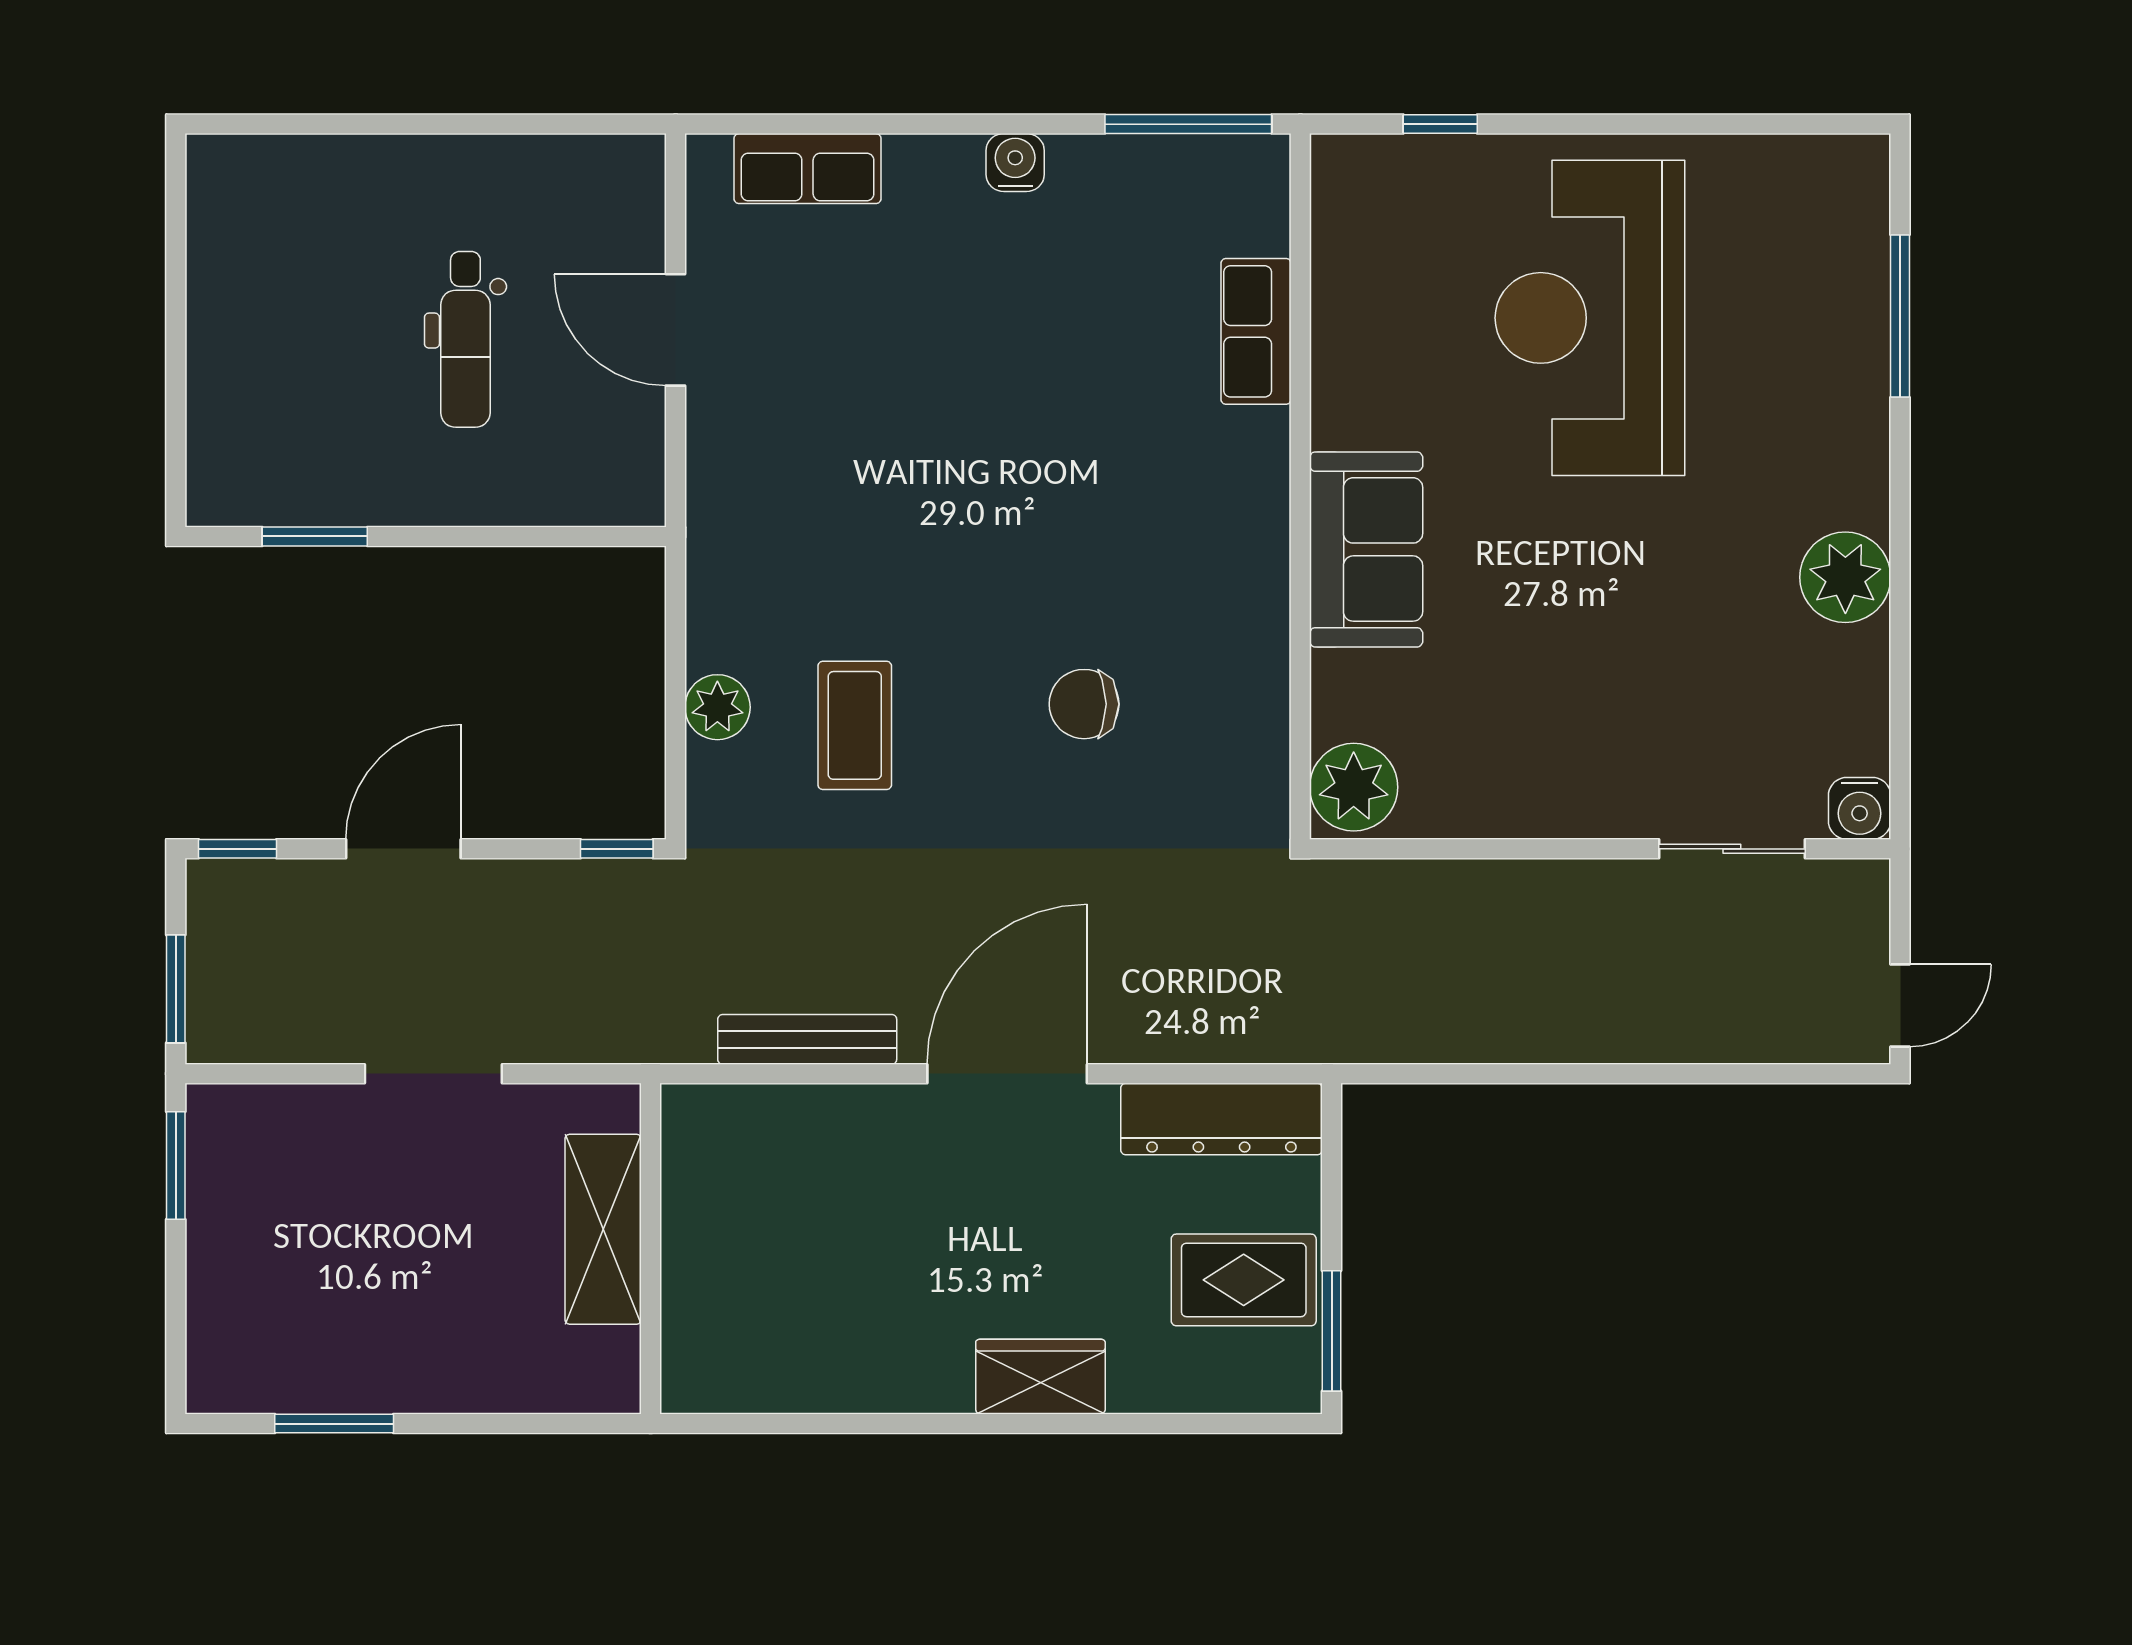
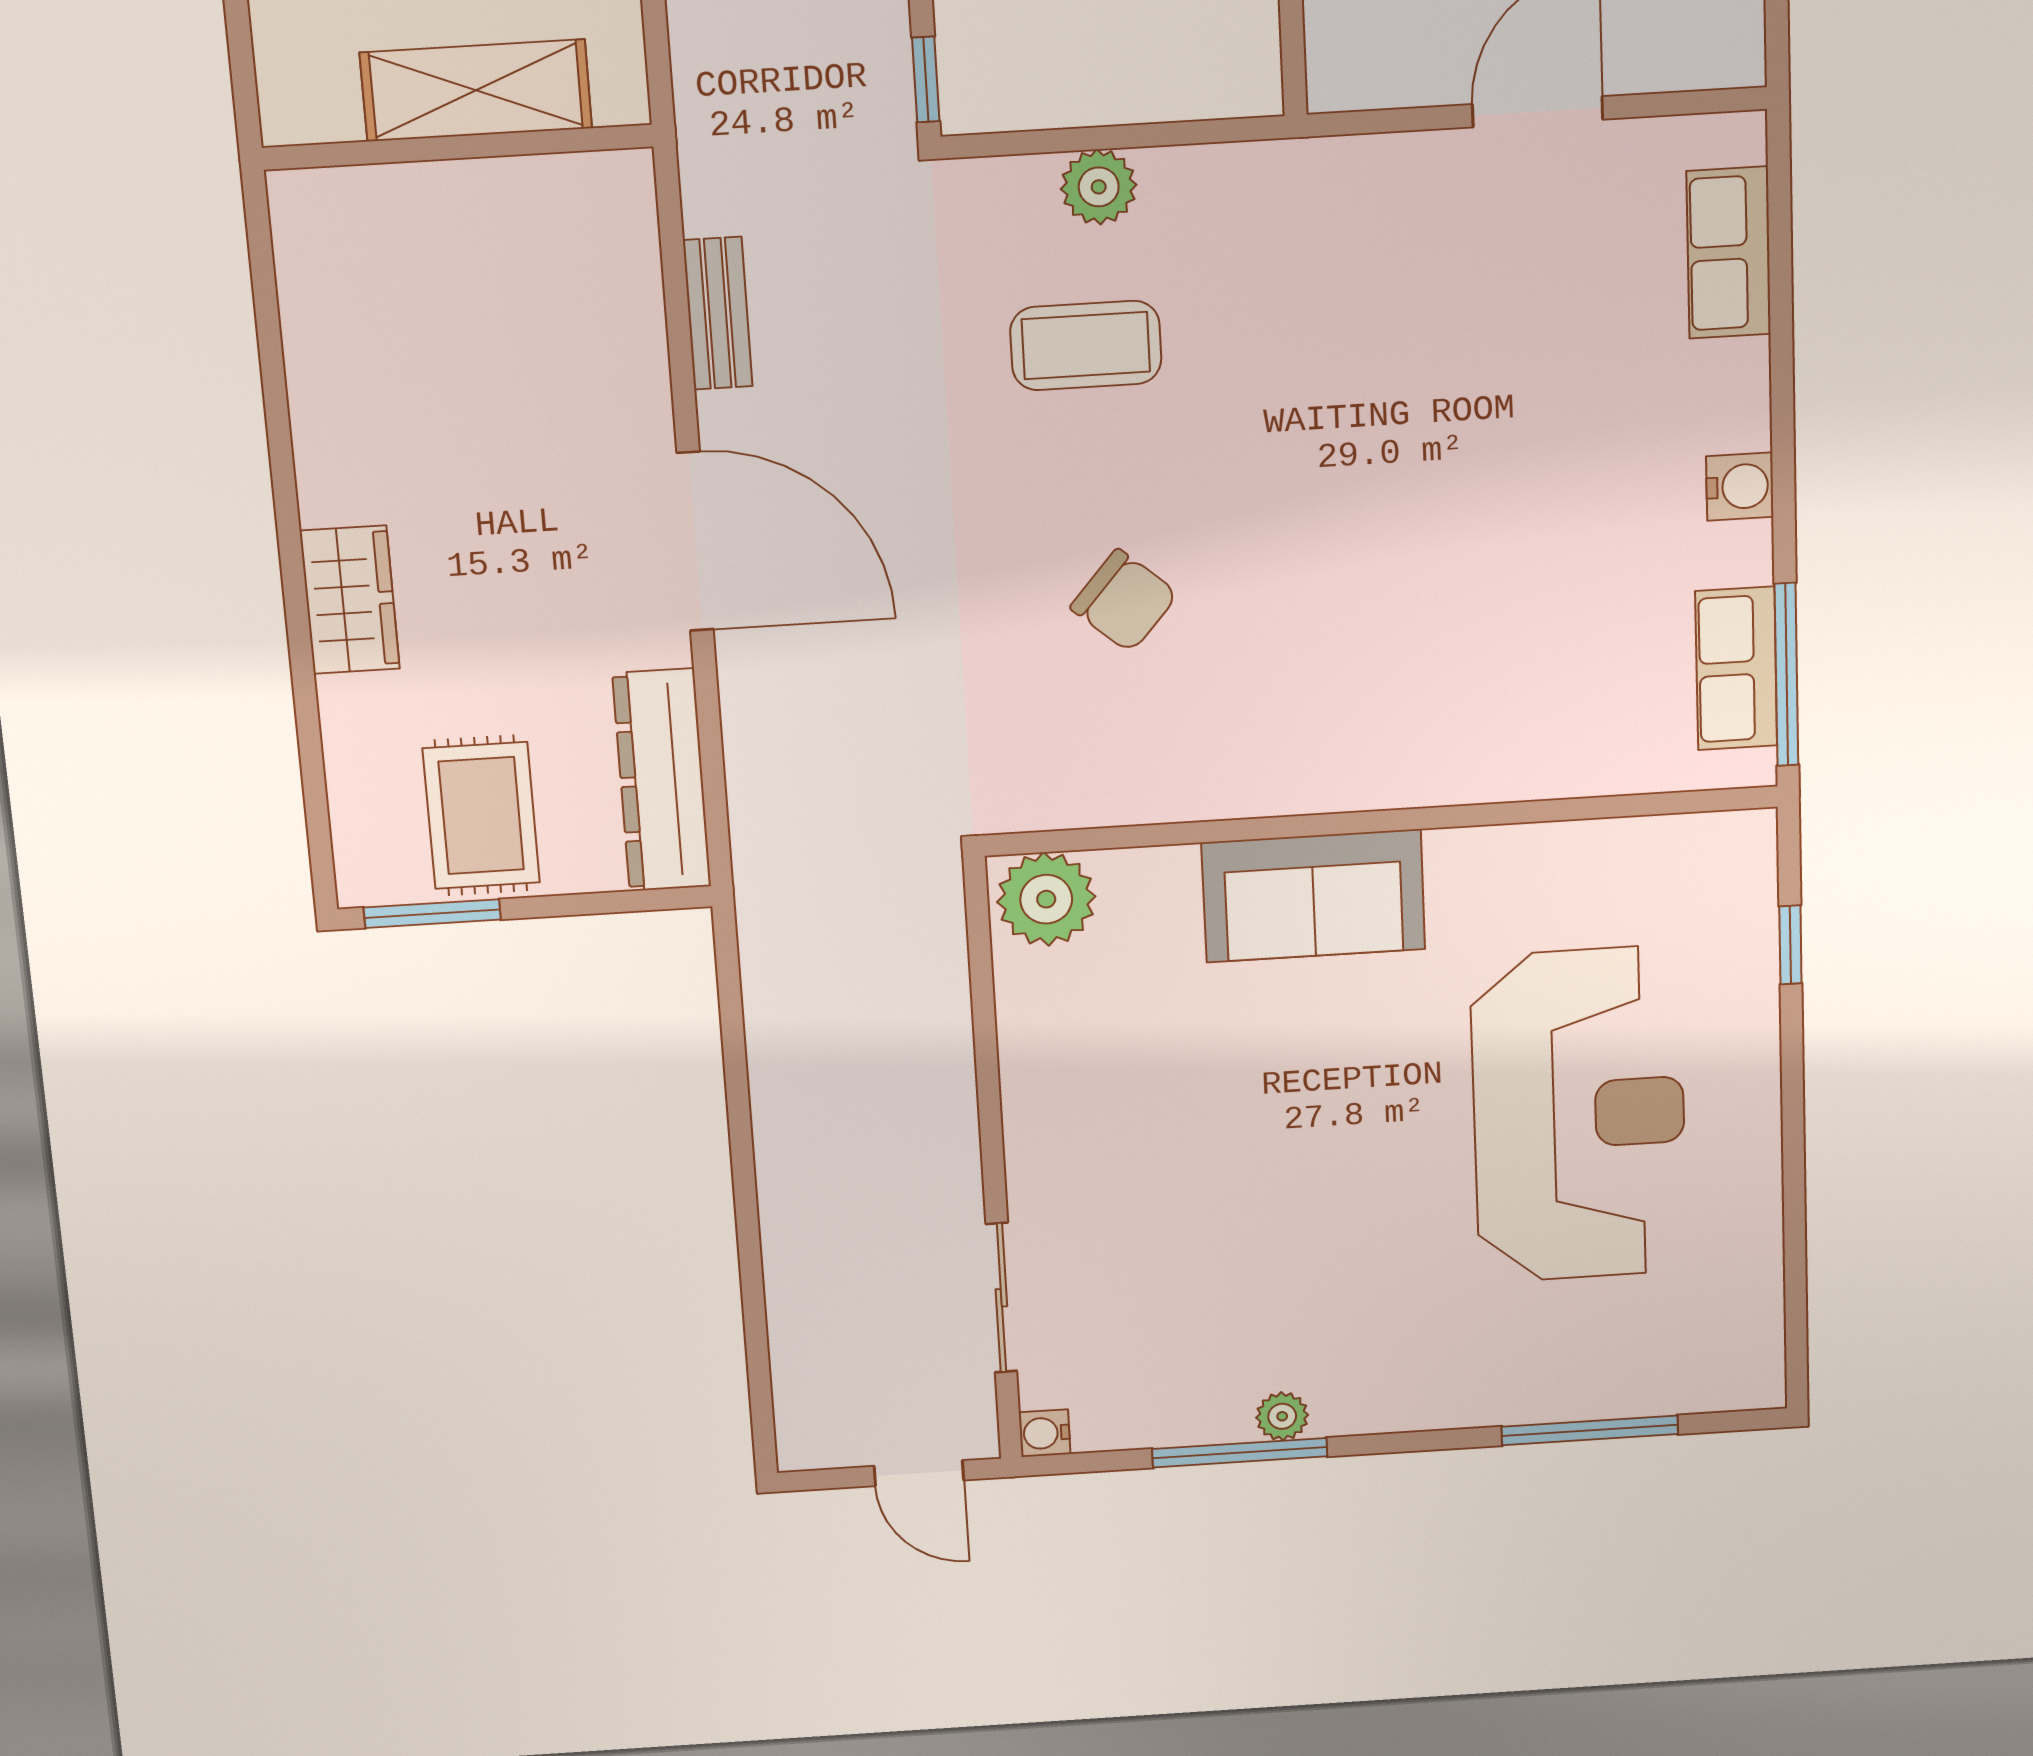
reception desk: (1590, 318) -> (1579, 1115), turned 90
row of seats: (1256, 331) -> (1736, 668), moved, turned -90
plant: (1845, 577) -> (1282, 1416), width x0.53, depth x0.53
window: (1900, 639) -> (1240, 1453), added
chair: (1084, 704) -> (1124, 601), turned 131
water cooler: (1860, 808) -> (1045, 1433), width x0.72, depth x0.72
door: (1900, 1005) -> (919, 1473), moved
bench: (807, 1039) -> (718, 313), width x0.73

